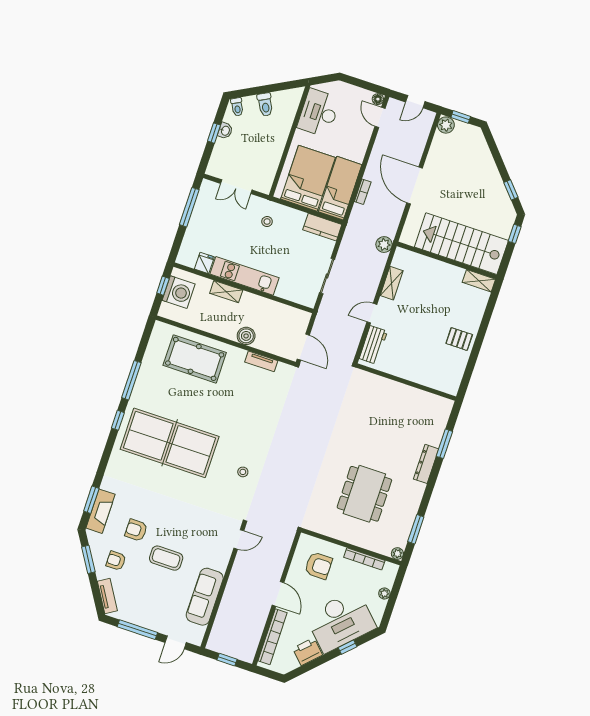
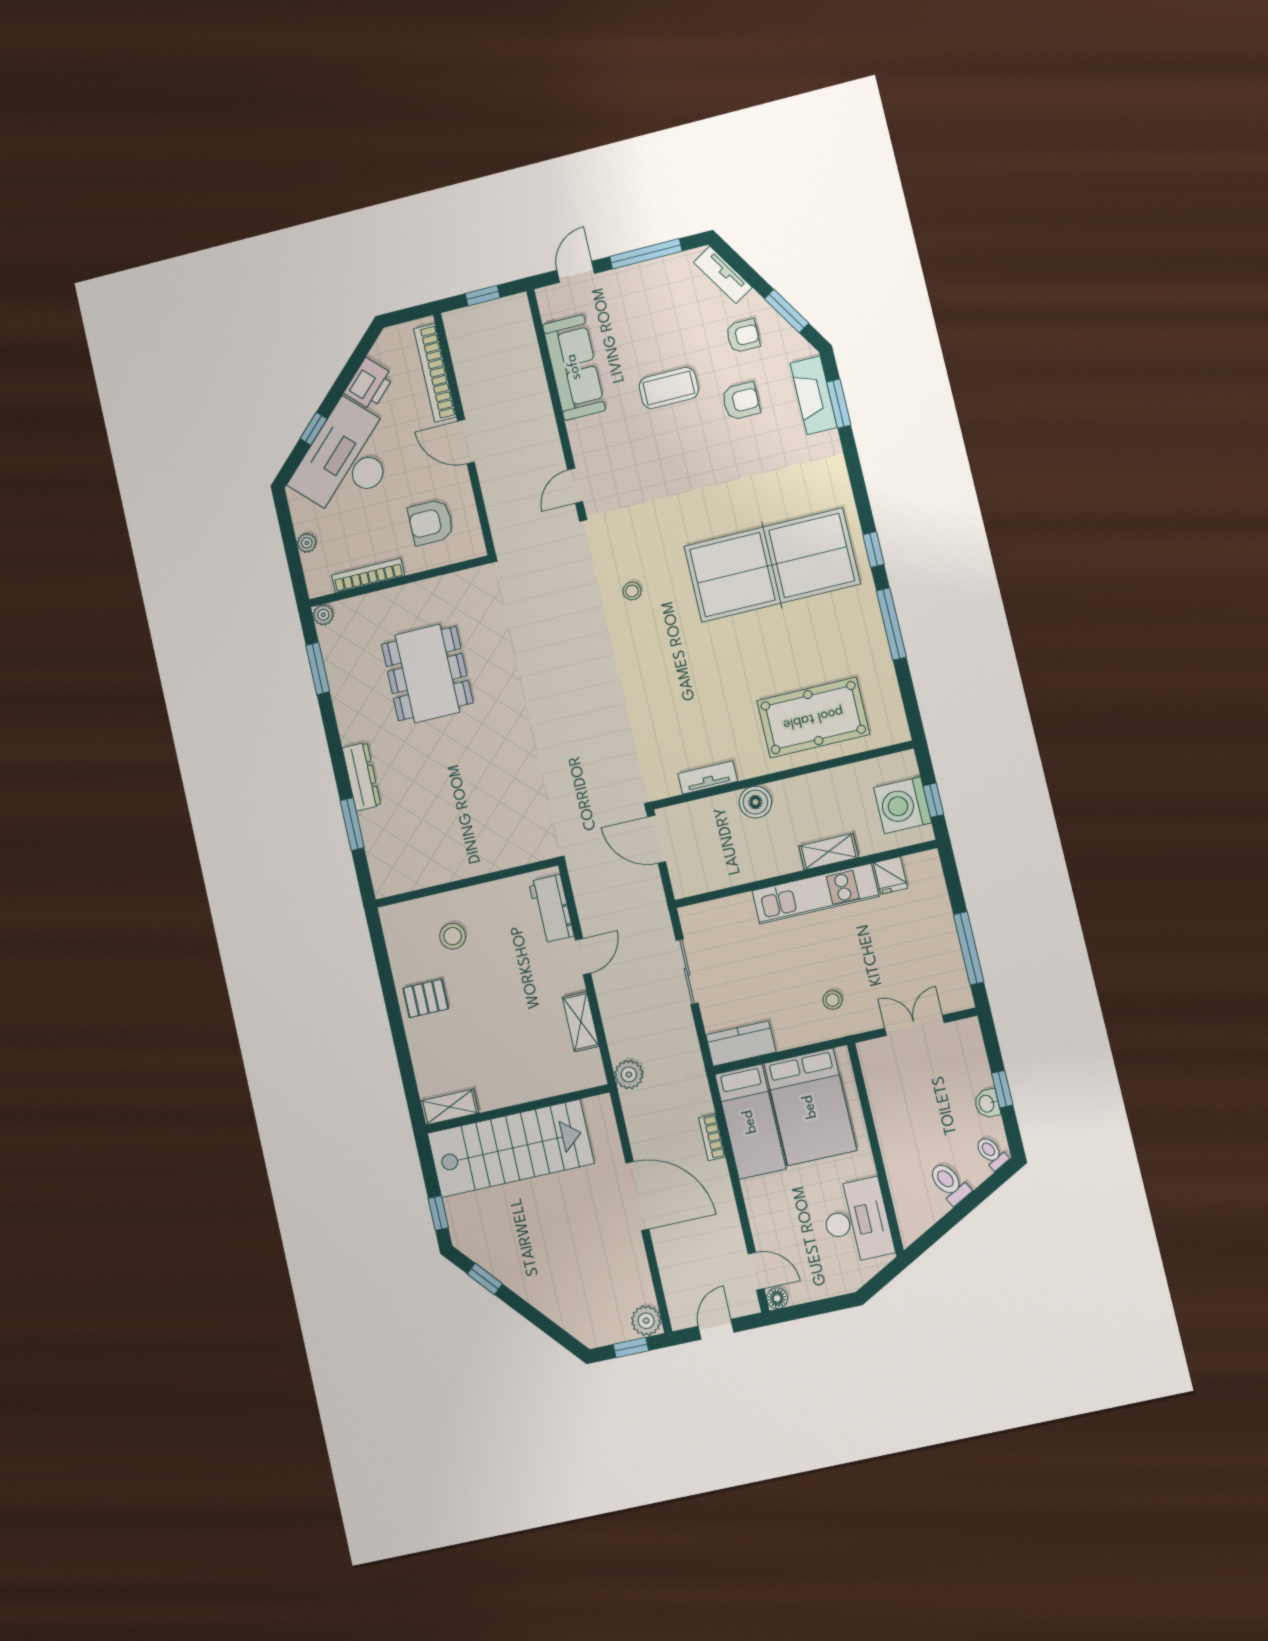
stool: (428, 361) -> (453, 936), added

